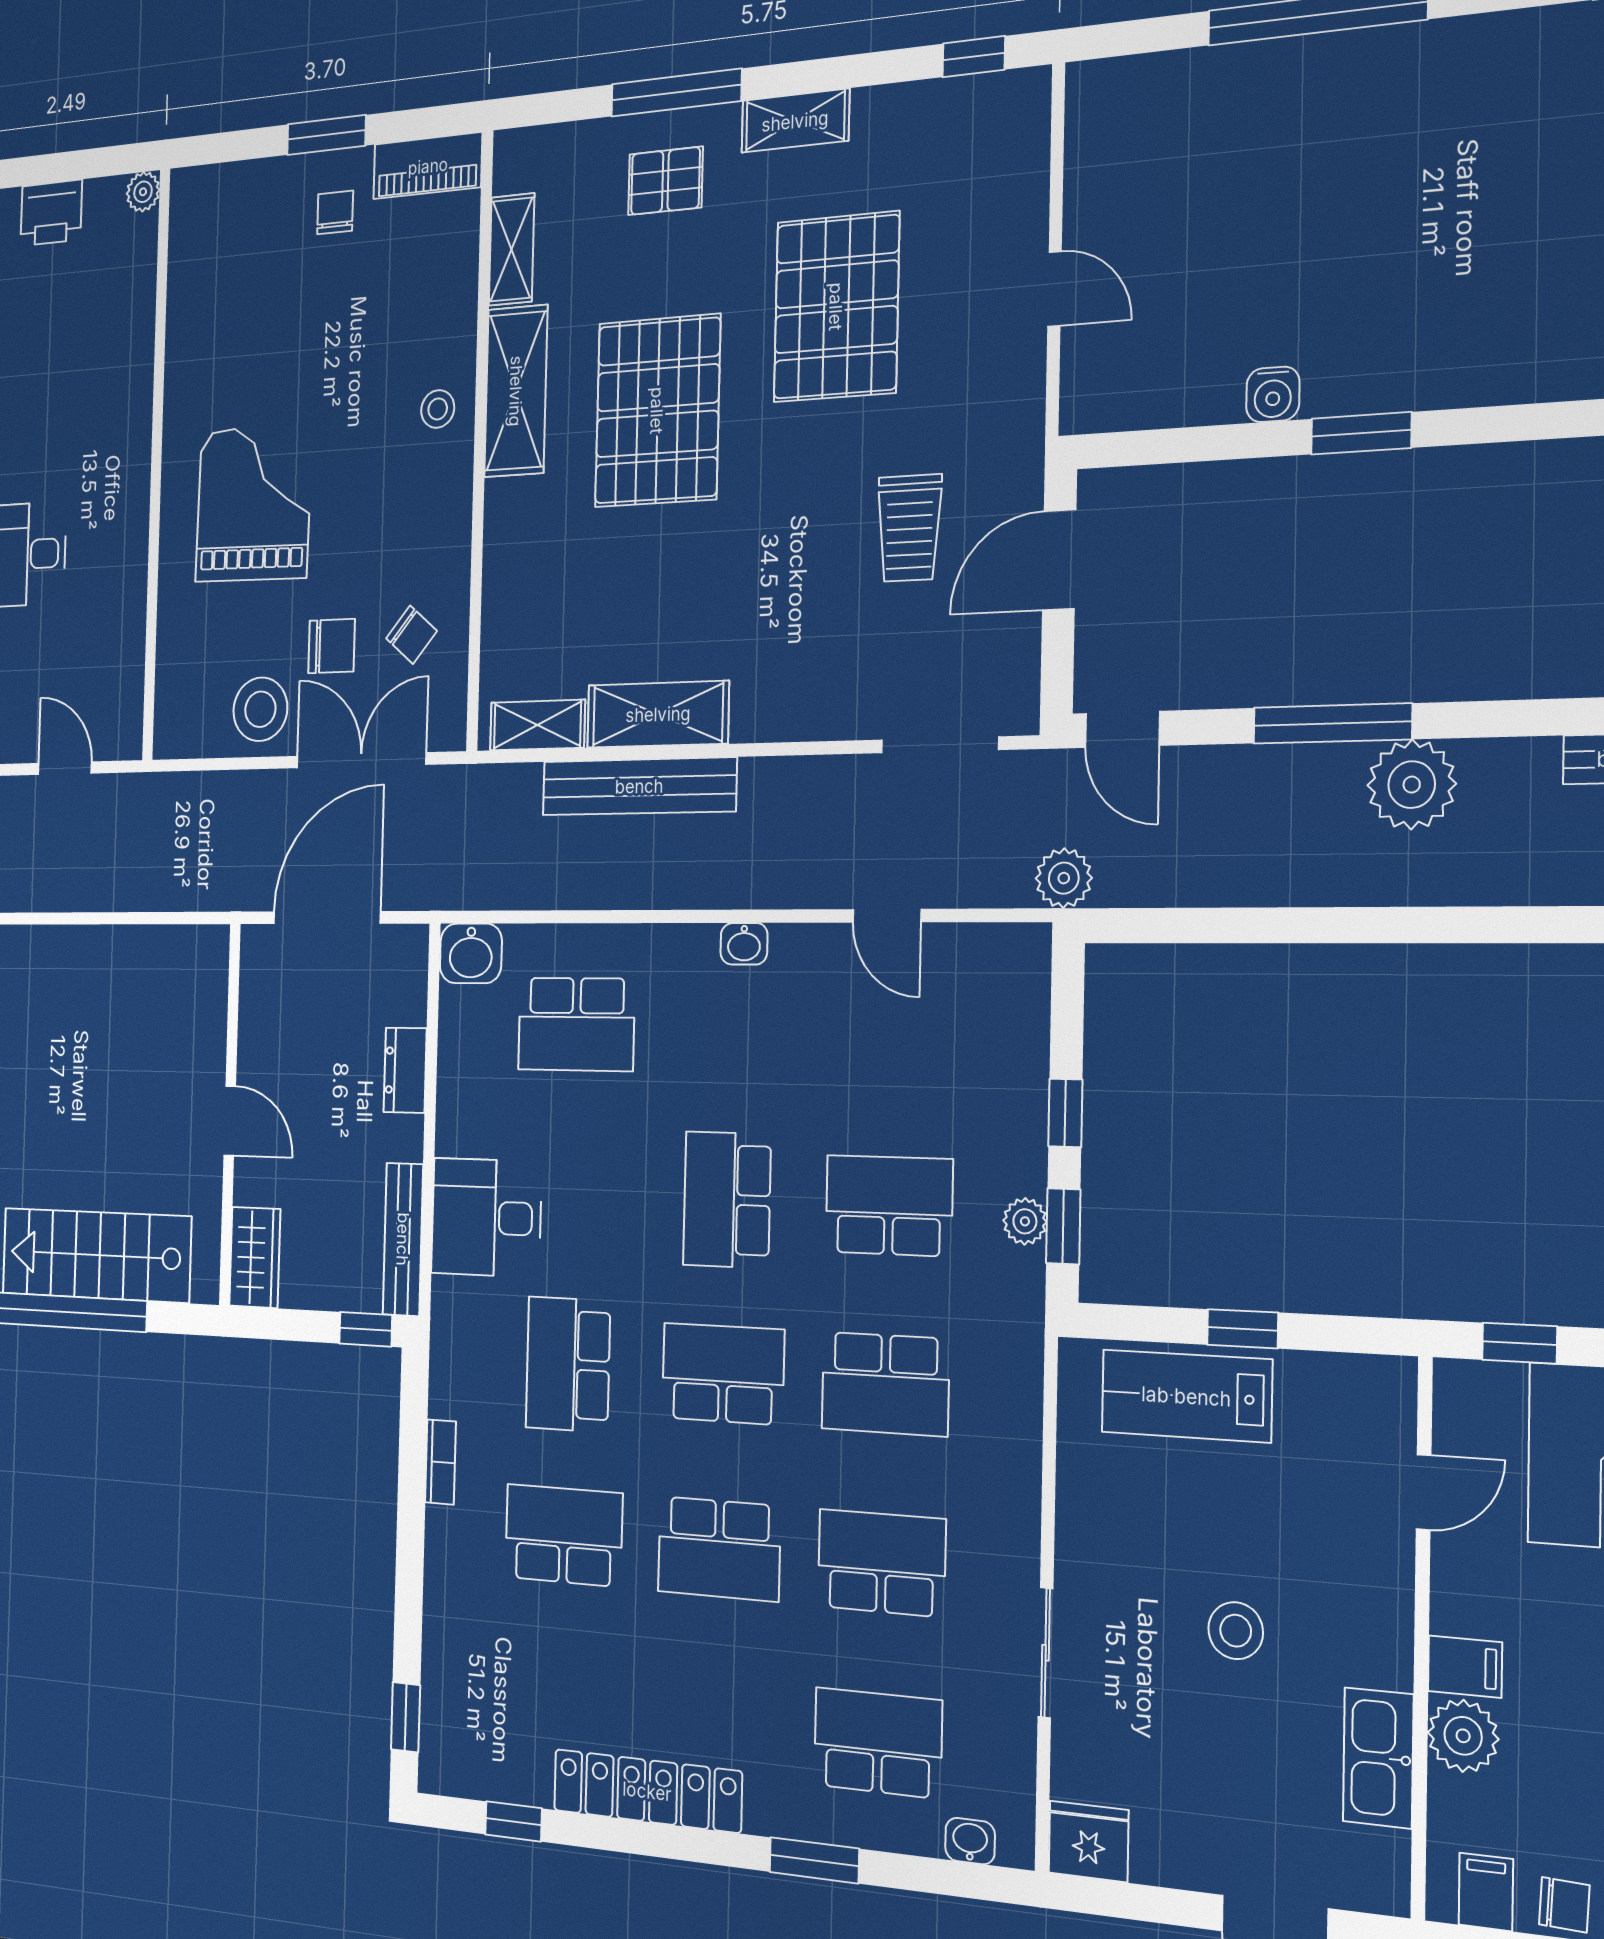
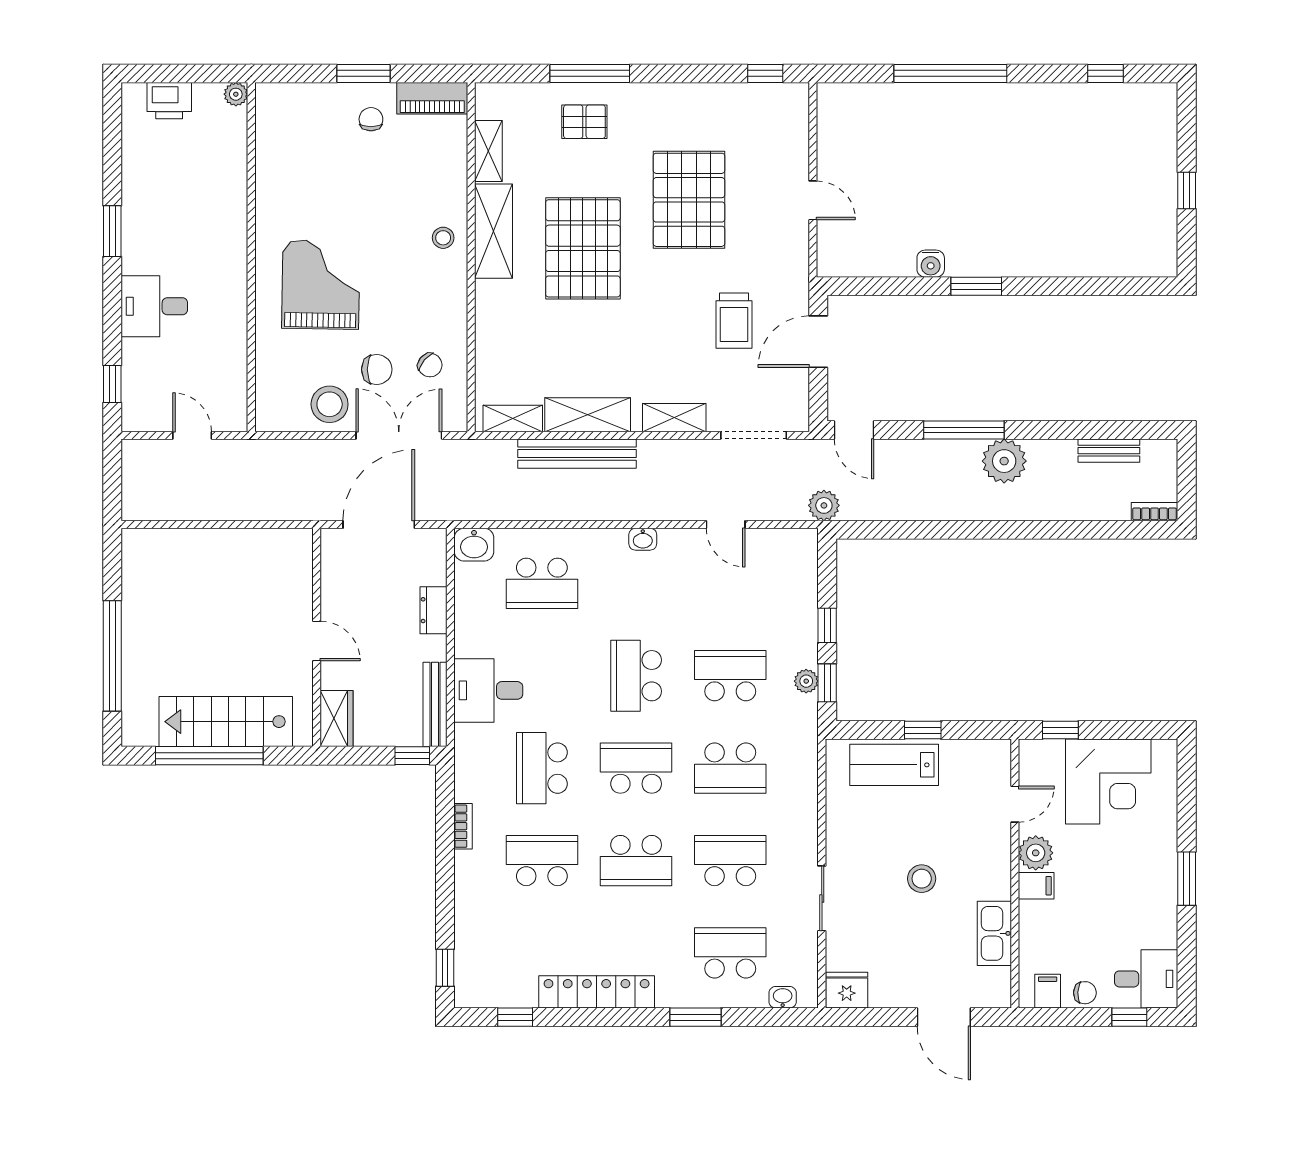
shelving: (795, 121) -> (674, 418), moved
plant: (1463, 1736) -> (1036, 853), moved

